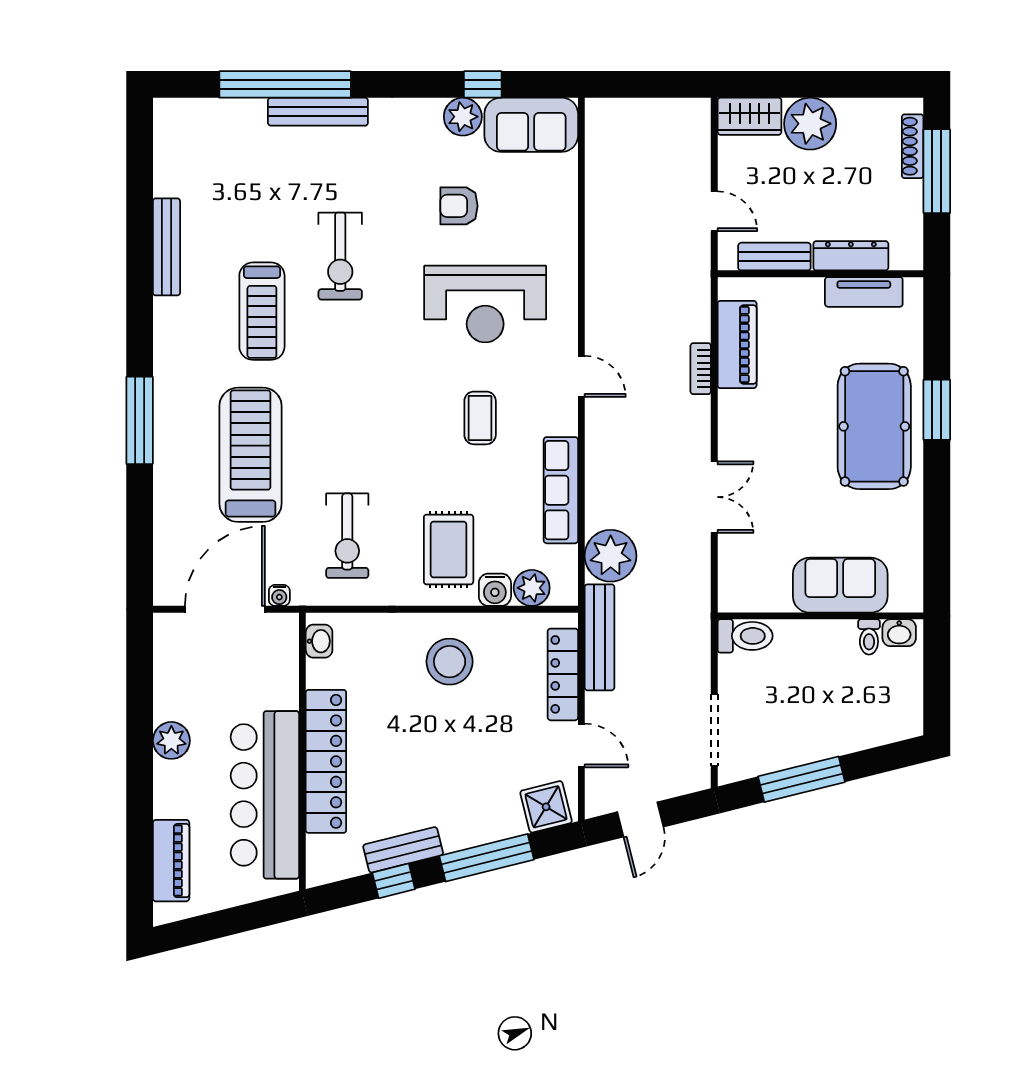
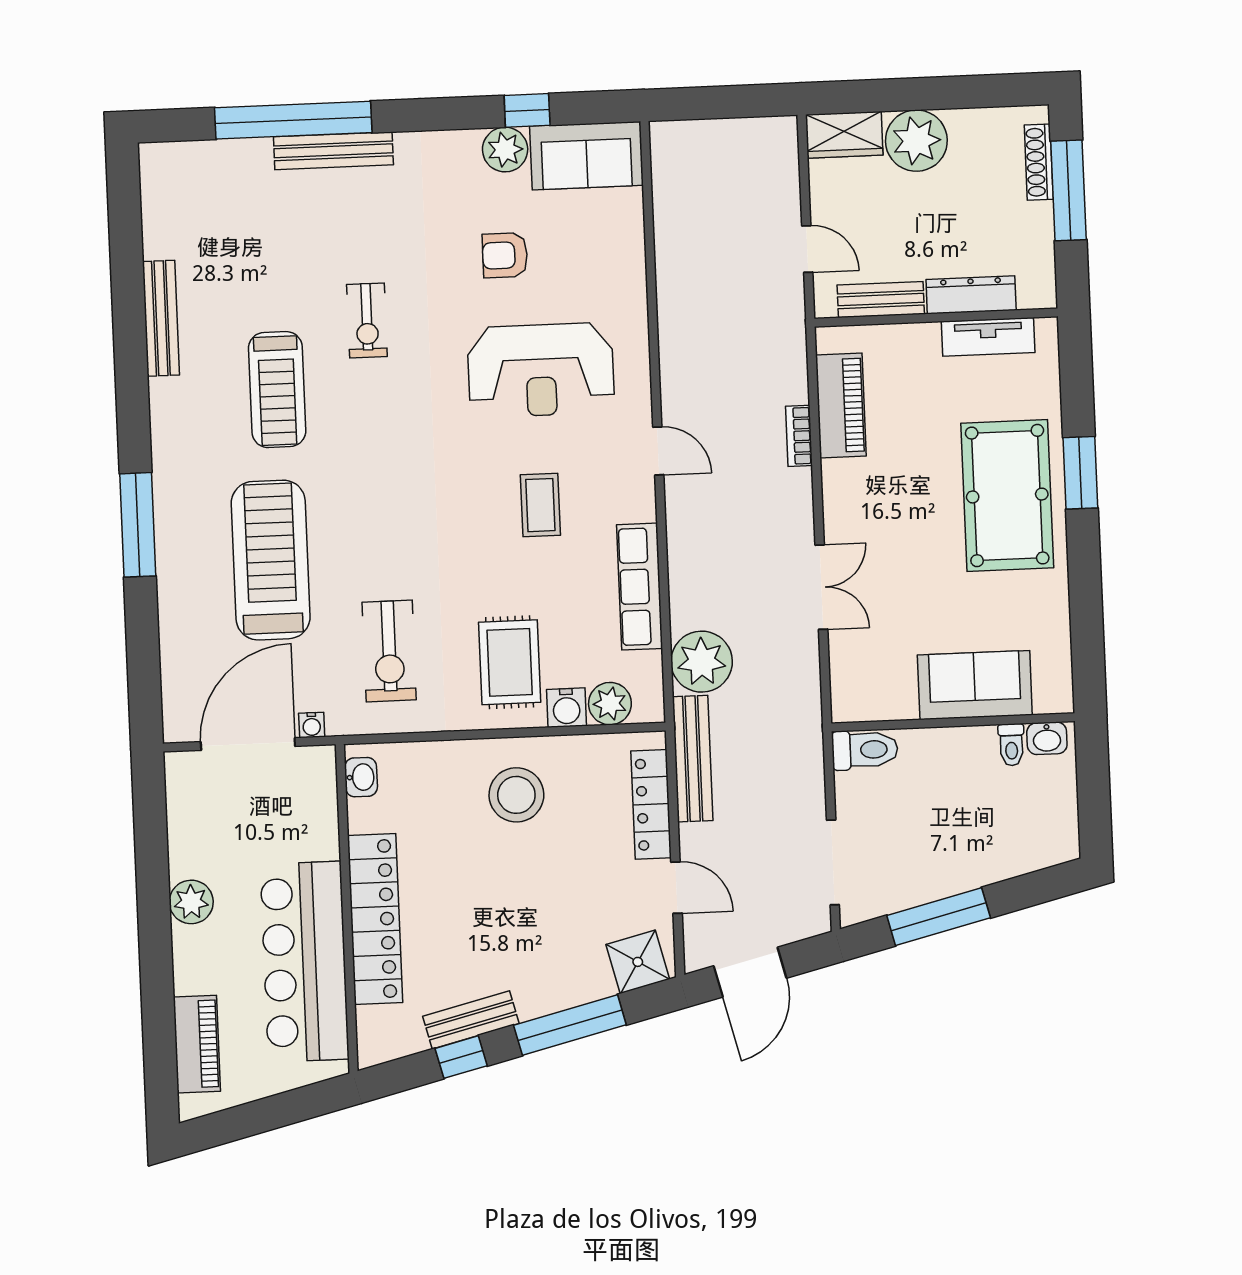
exercise bike: (340, 256) -> (367, 320), width x0.73, depth x0.72
door: (640, 819) -> (750, 972), width x1.38

